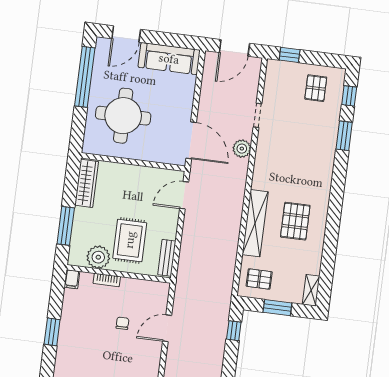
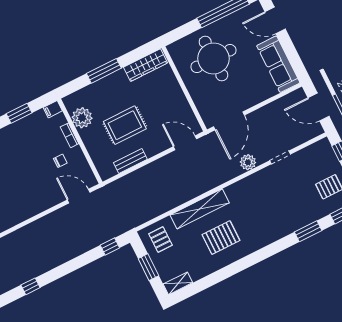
plant: (98, 257) -> (82, 118), moved
wall: (119, 274) -> (80, 141), moved
filing cabinet: (72, 279) -> (53, 109), moved
bookcase: (107, 280) -> (69, 135), moved

